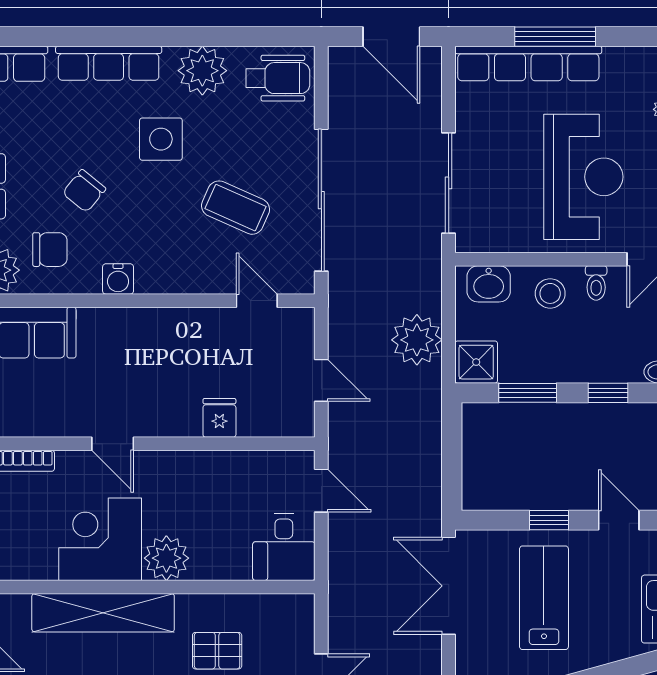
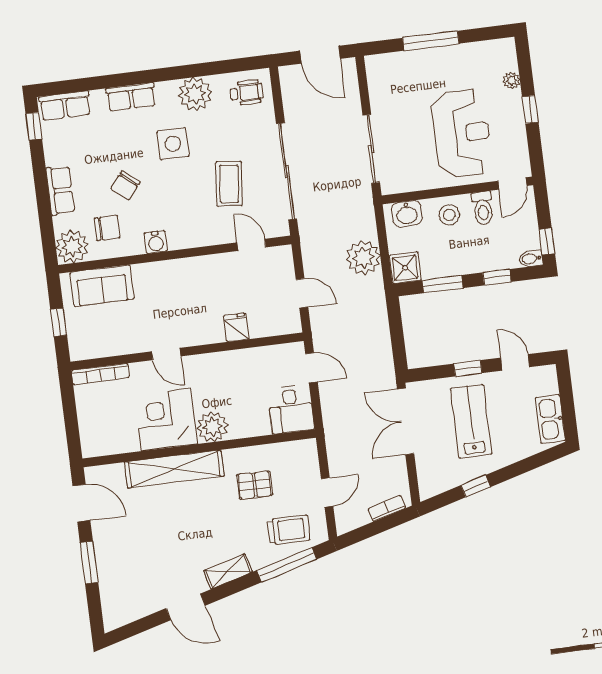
row of seats: (109, 63) -> (131, 97), width x0.68
row of seats: (528, 64) -> (415, 61), removed
wheelchair: (278, 78) -> (247, 93), width x0.73, depth x0.73
coffee table: (236, 208) -> (229, 184), turned 72
toilet: (596, 283) -> (483, 208), width x1.37, depth x1.39

